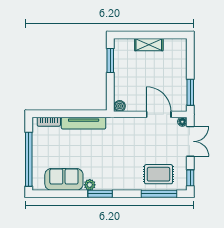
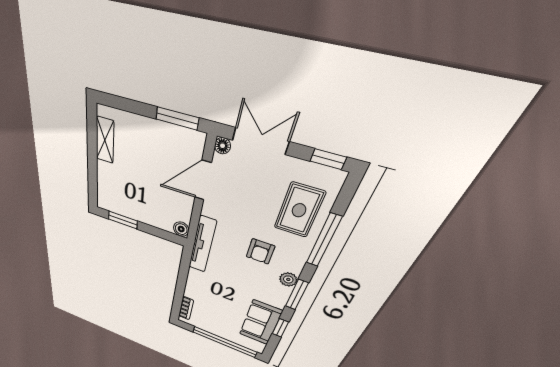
shelving: (149, 45) -> (105, 140), moved
tv unit: (84, 123) -> (202, 245), moved
armchair: (123, 162) -> (260, 251), added
plant: (90, 185) -> (288, 279), moved
window: (66, 194) -> (280, 328), added
window: (159, 194) -> (323, 241), moved

